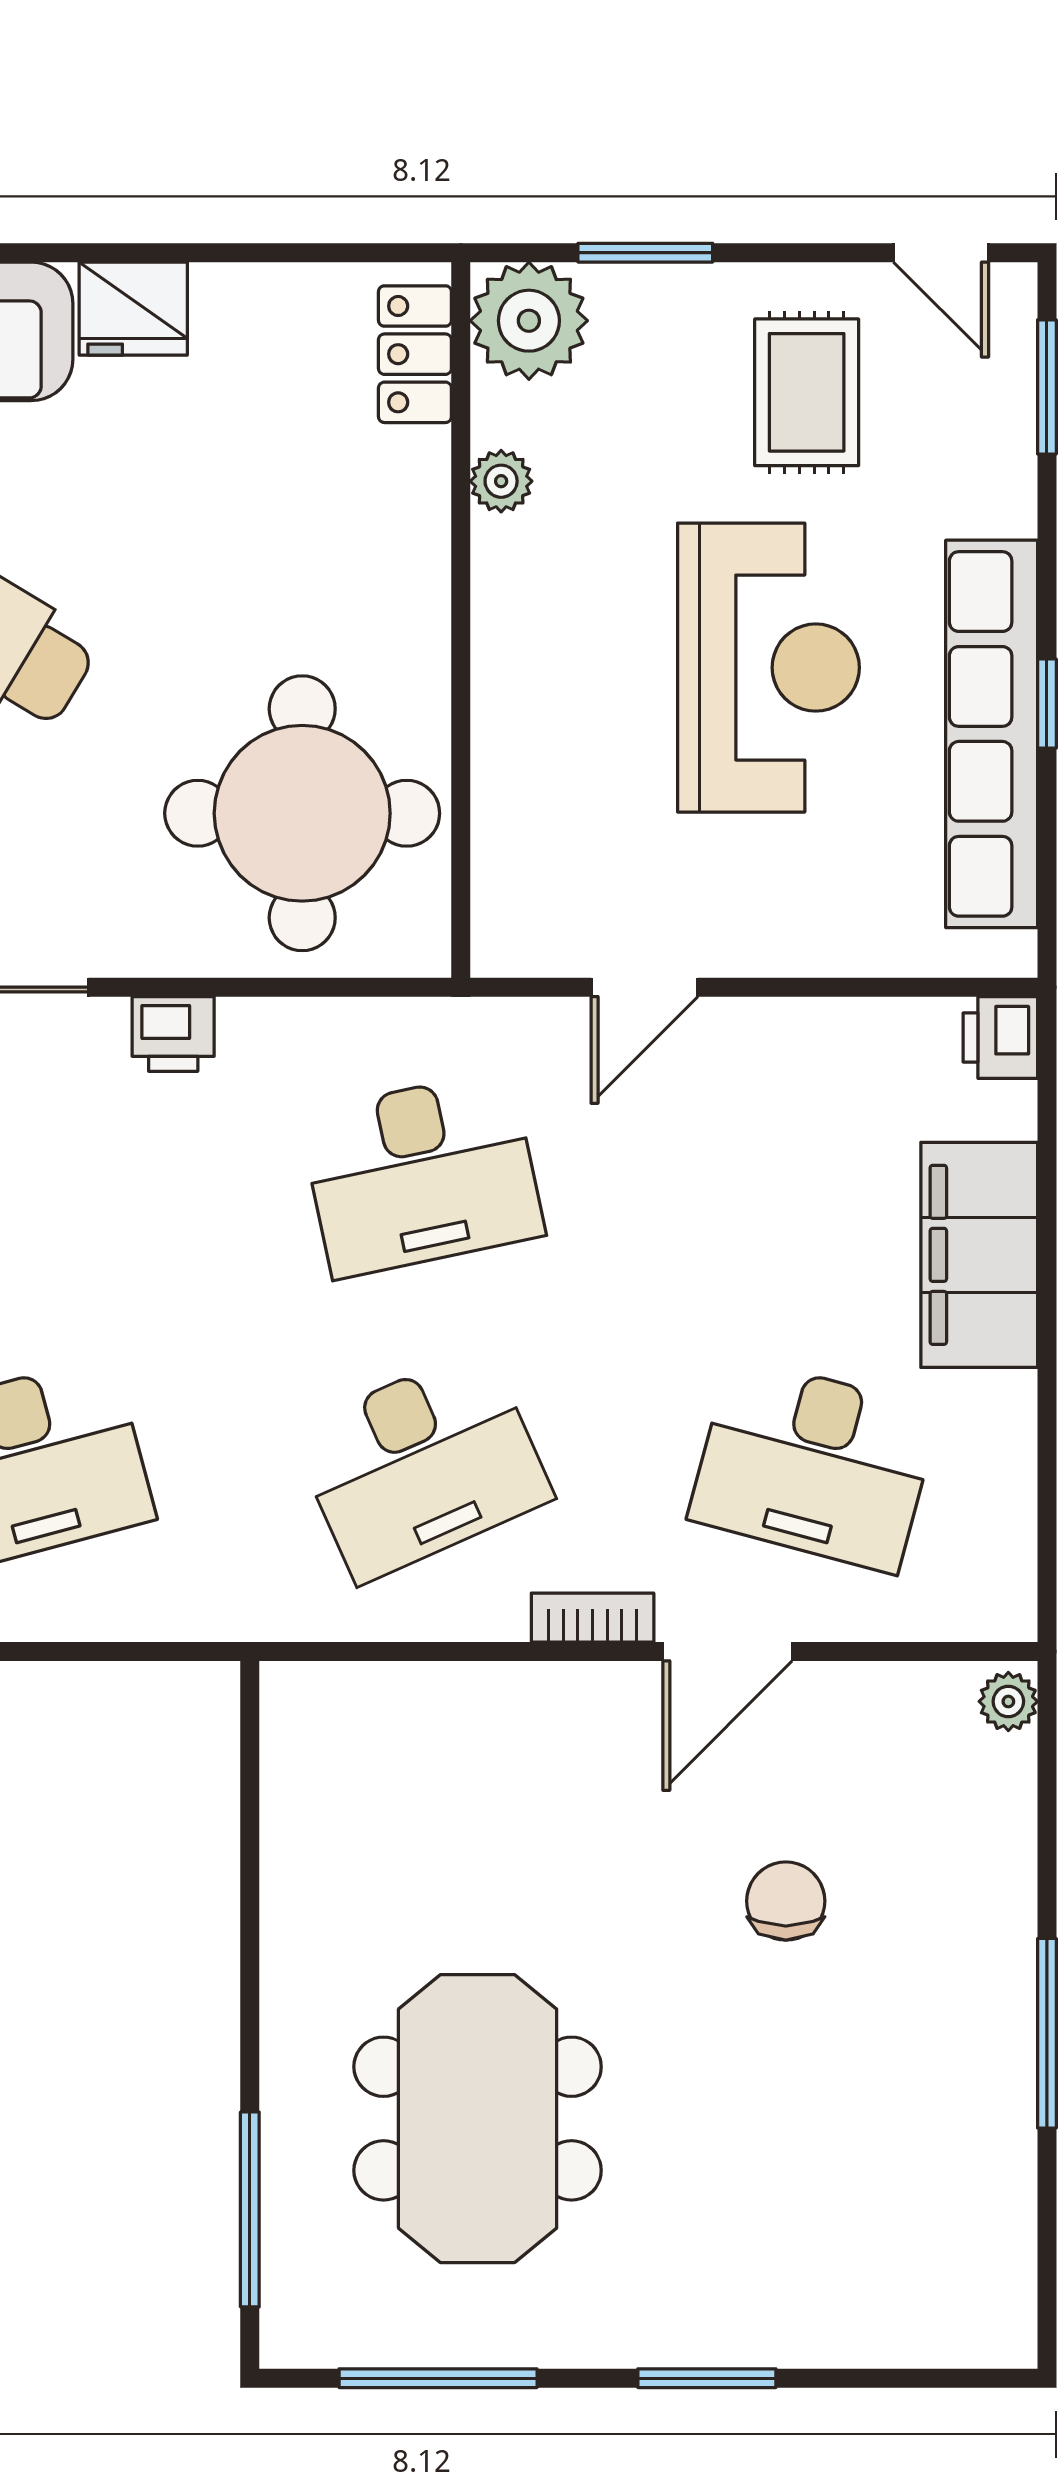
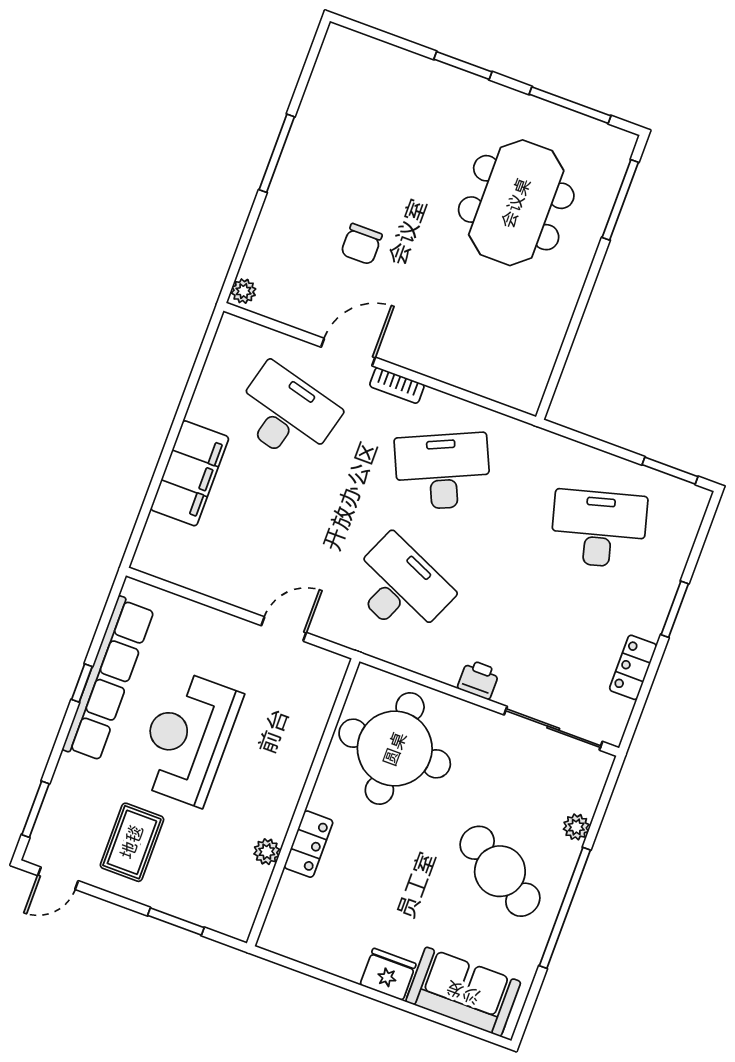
door: (941, 253) -> (58, 878), swing flipped
plant: (529, 321) -> (232, 912), removed
locker: (415, 354) -> (309, 844), moved
printer: (1000, 1038) -> (149, 557), removed
desk: (422, 1174) -> (400, 587), turned 36

